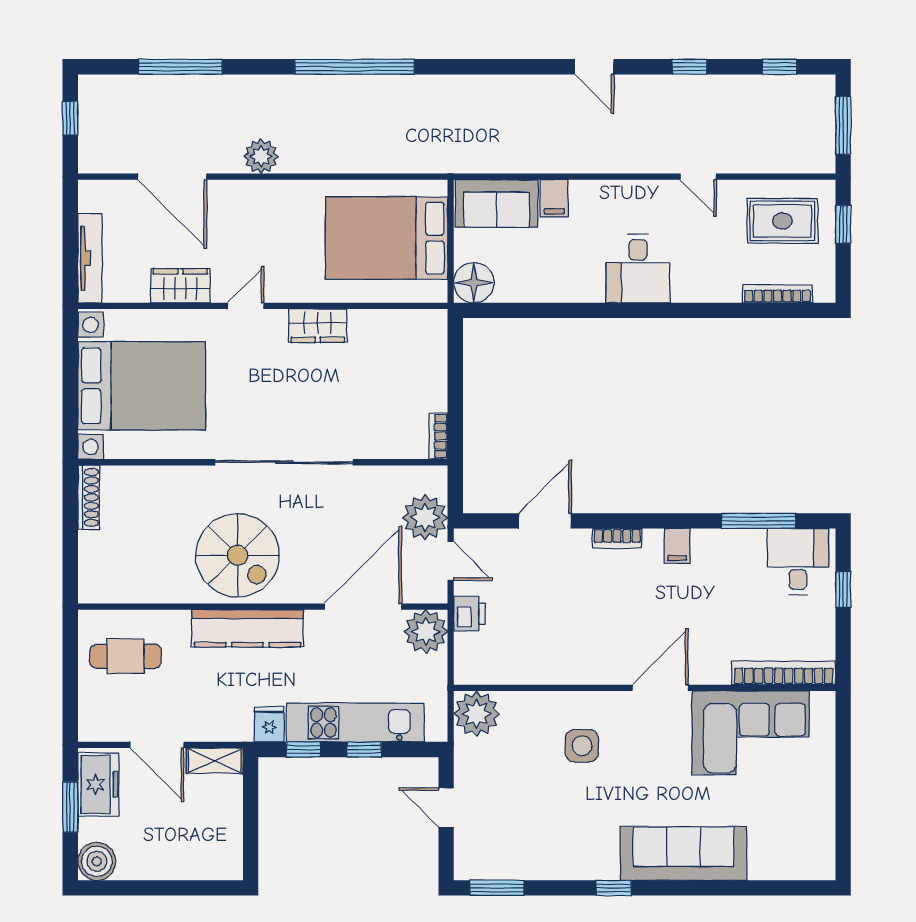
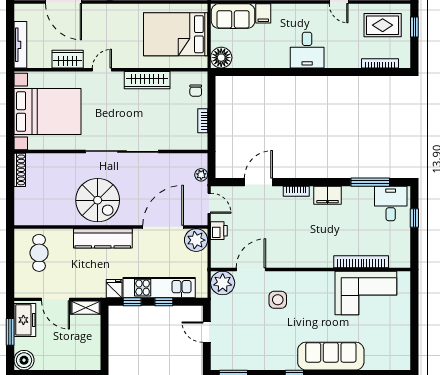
wardrobe: (318, 326) -> (147, 80), width x1.50
chair: (425, 346) -> (196, 91), added
bookcase: (438, 436) -> (203, 121), moved
plant: (425, 517) -> (201, 175), width x0.53, depth x0.53
filing cabinet: (677, 546) -> (328, 195), width x2.00
cafe table: (126, 656) -> (39, 253), turned 90
bookcase: (784, 673) -> (361, 262), moved
door: (660, 688) -> (251, 269), moved

